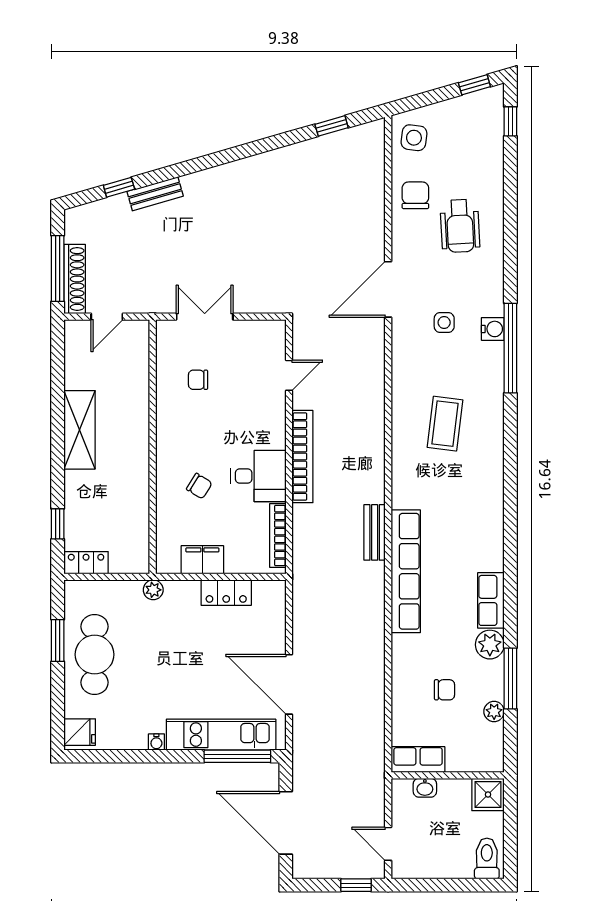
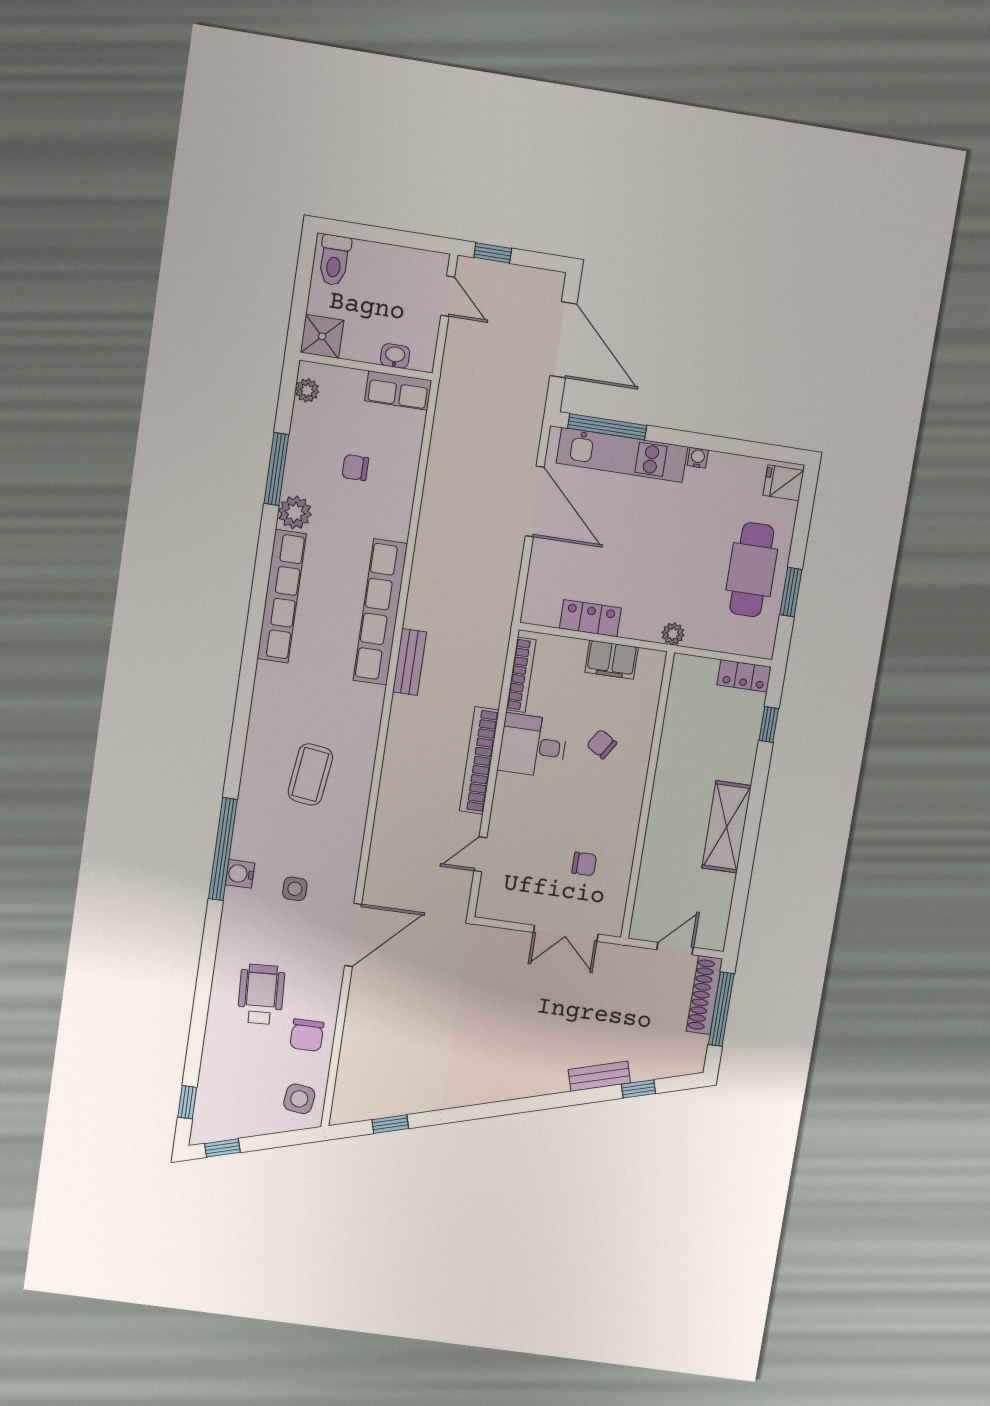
row of seats: (491, 600) -> (282, 596), width x2.02
plant: (494, 712) -> (307, 390), moved

